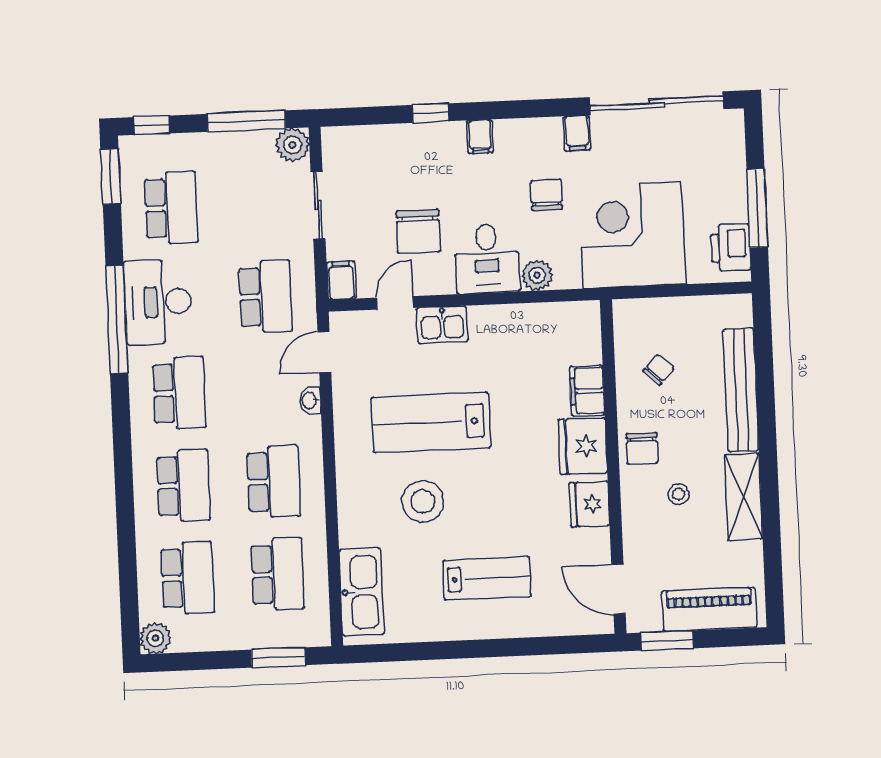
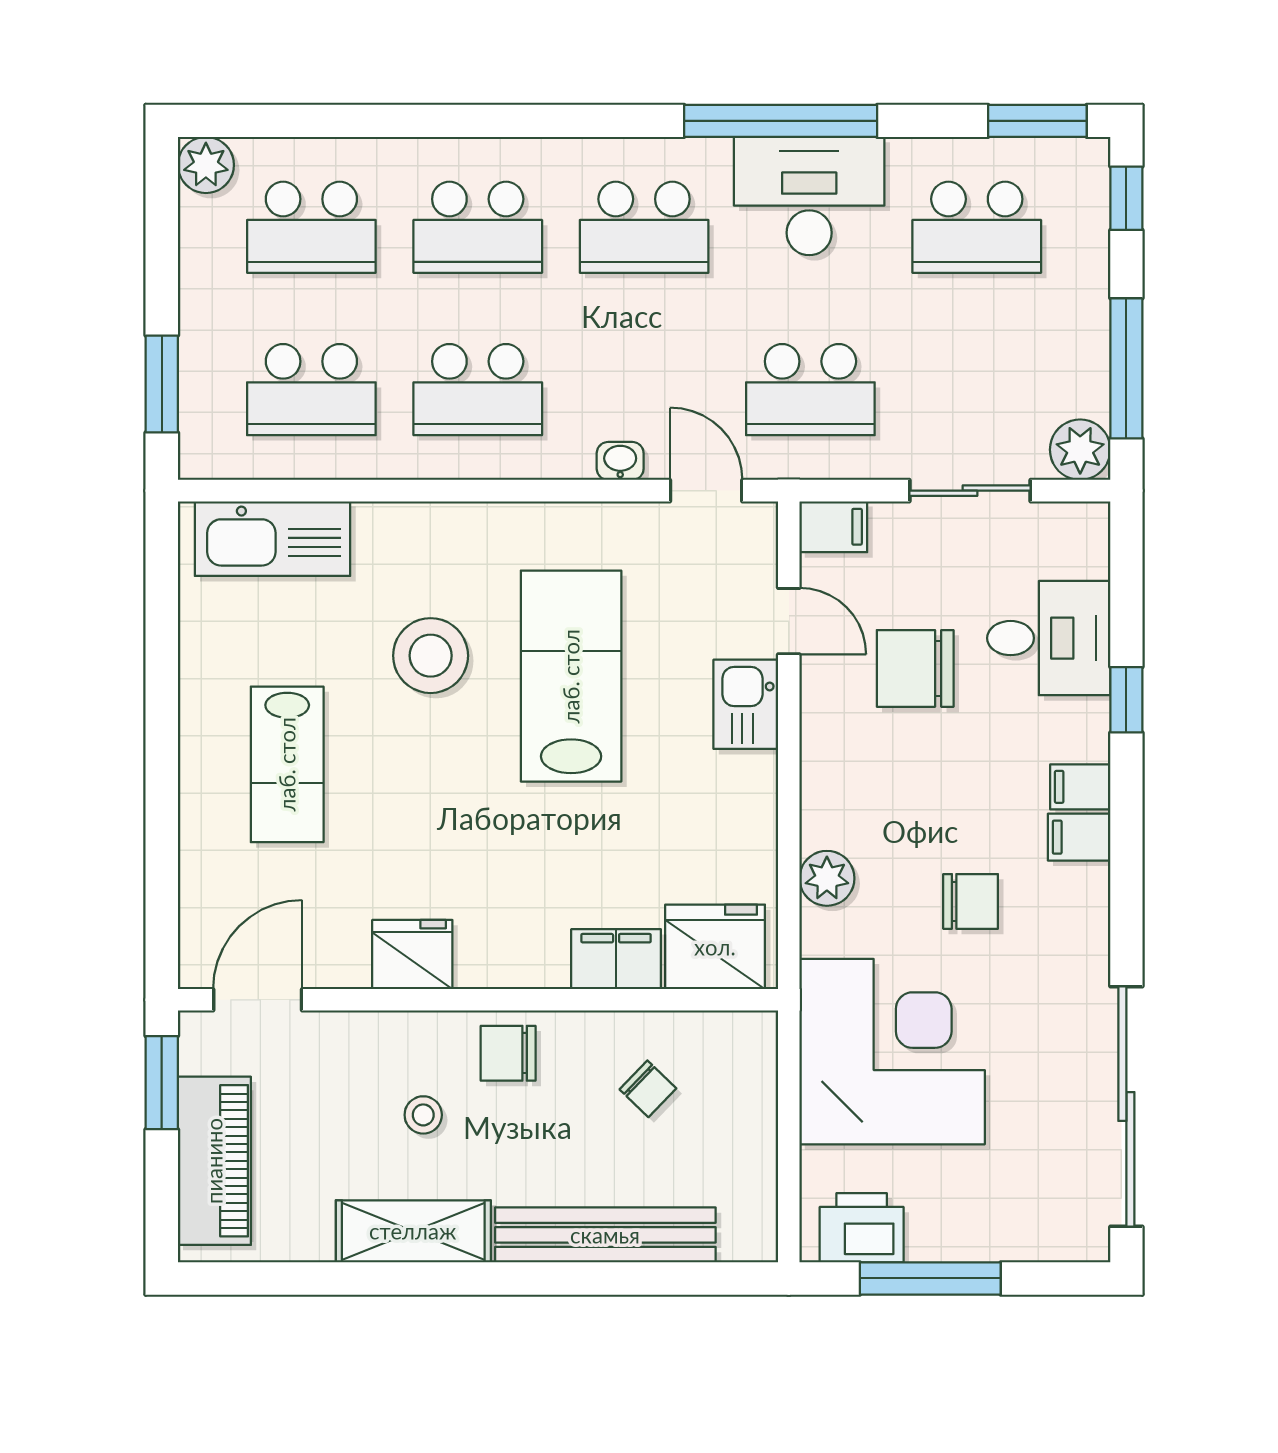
filing cabinet: (577, 133) -> (1079, 837), moved
desk: (487, 259) -> (1049, 638), moved, turned 180
fridge: (583, 446) -> (715, 947), moved

